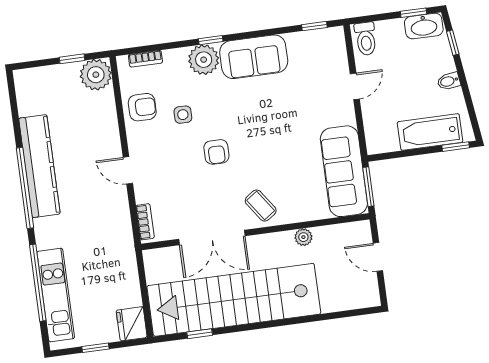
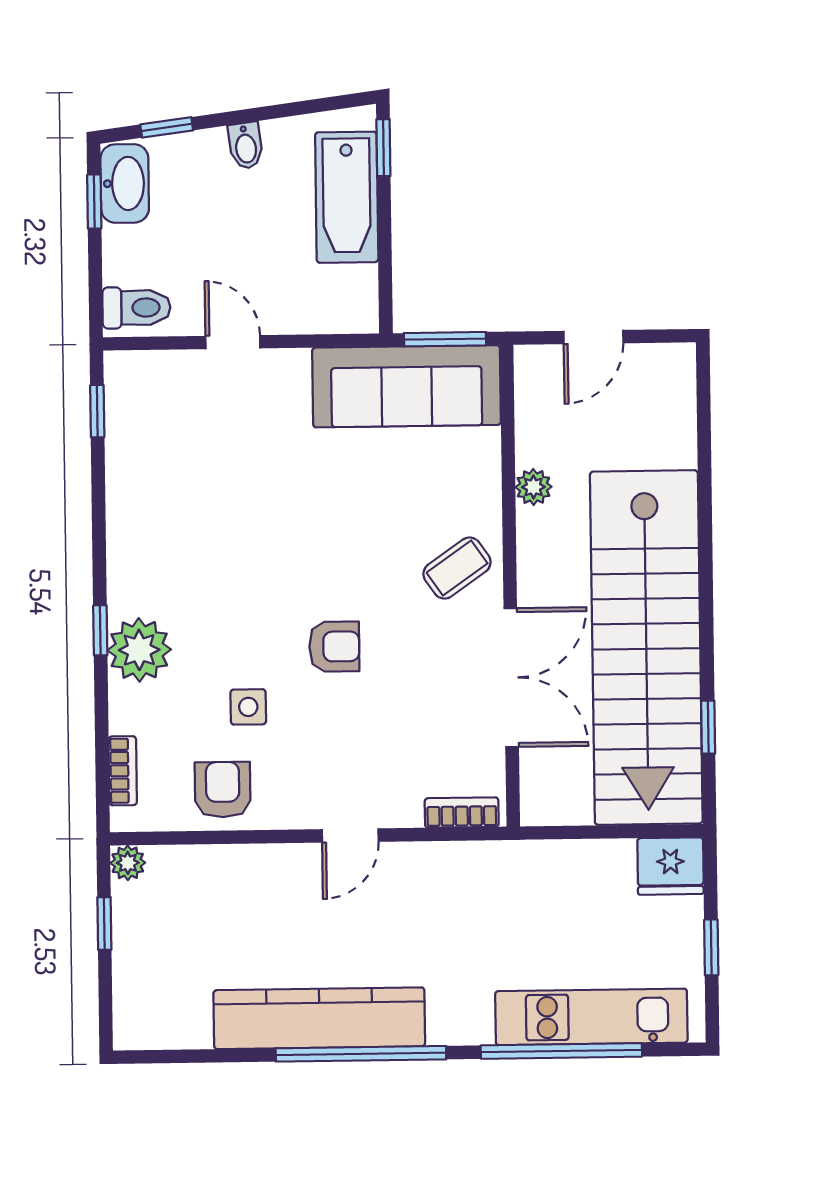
sofa: (254, 57) -> (146, 545), removed
plant: (96, 75) -> (128, 863), width x0.53, depth x0.53

